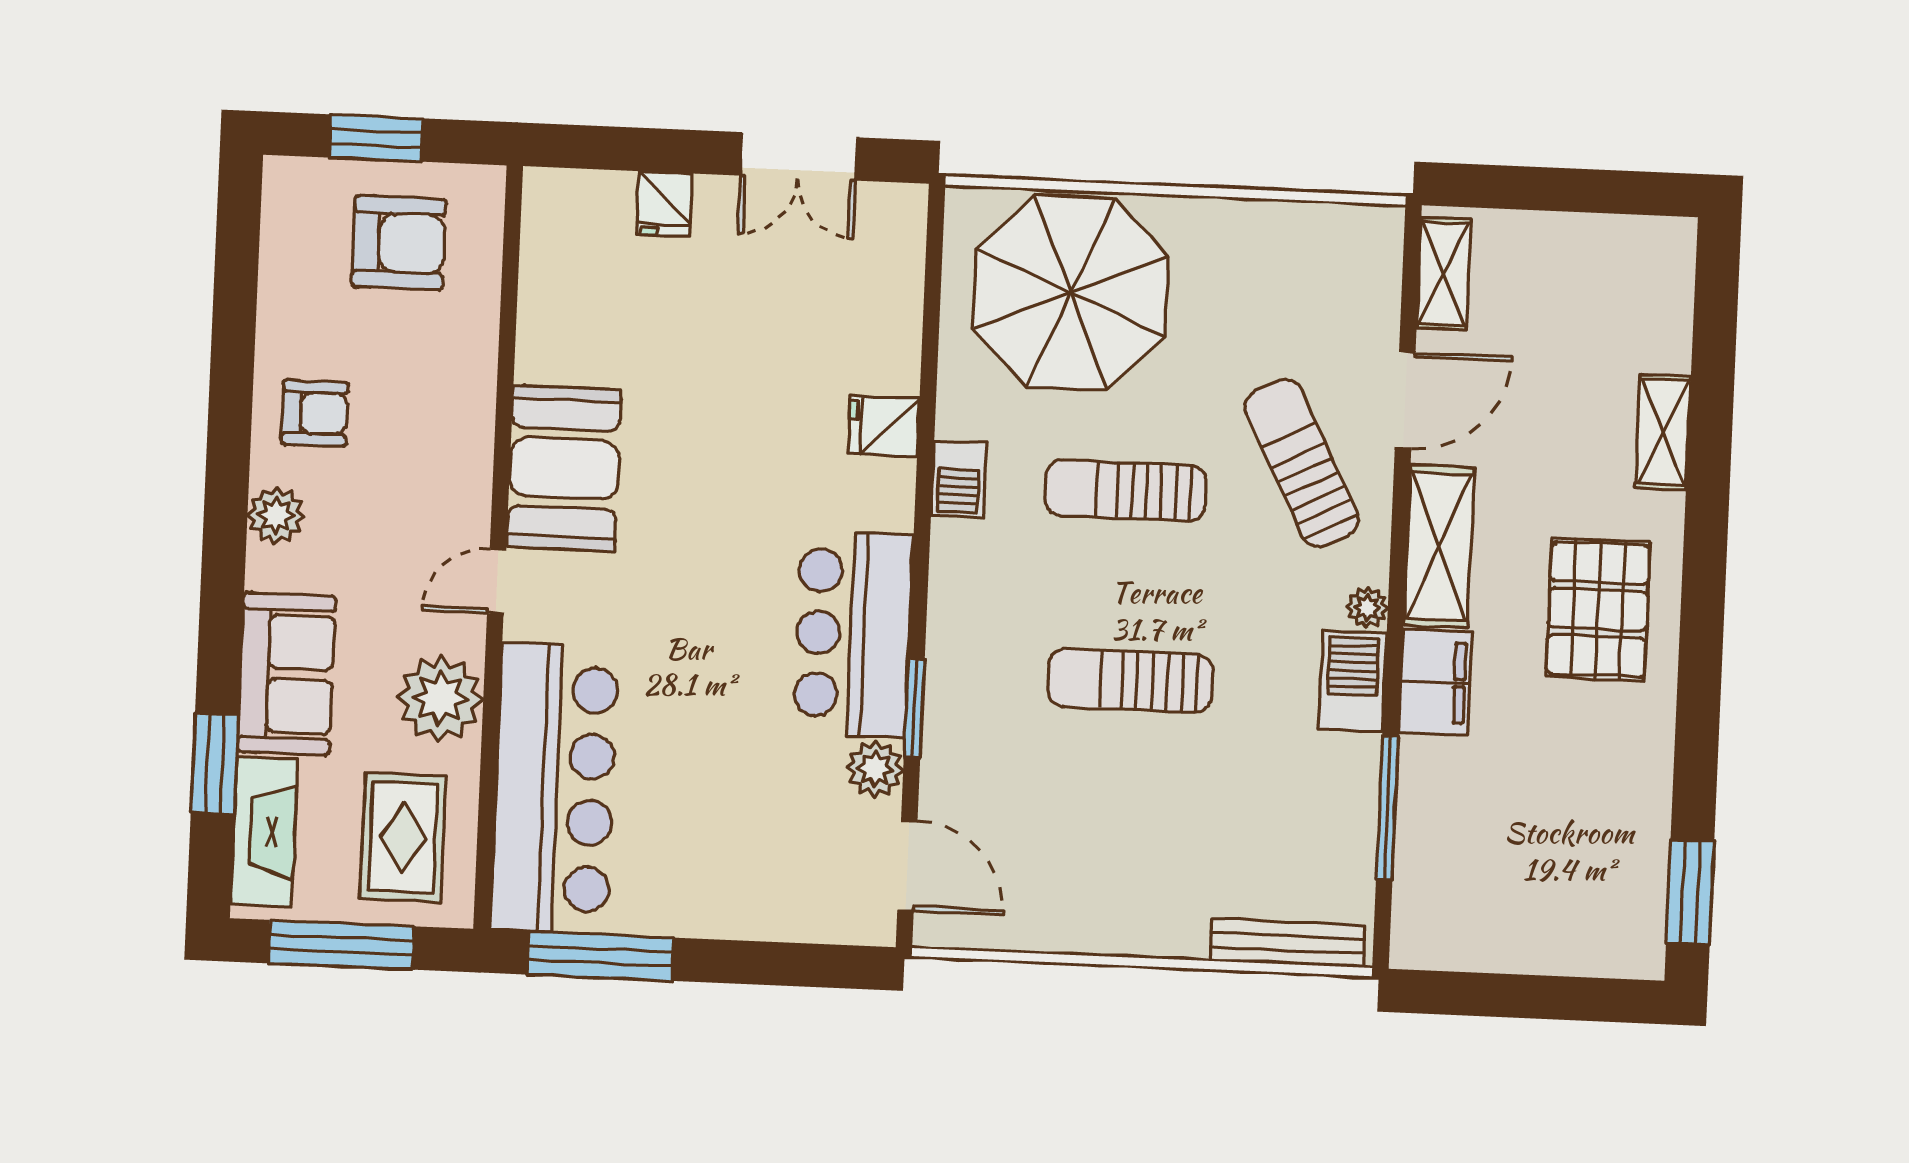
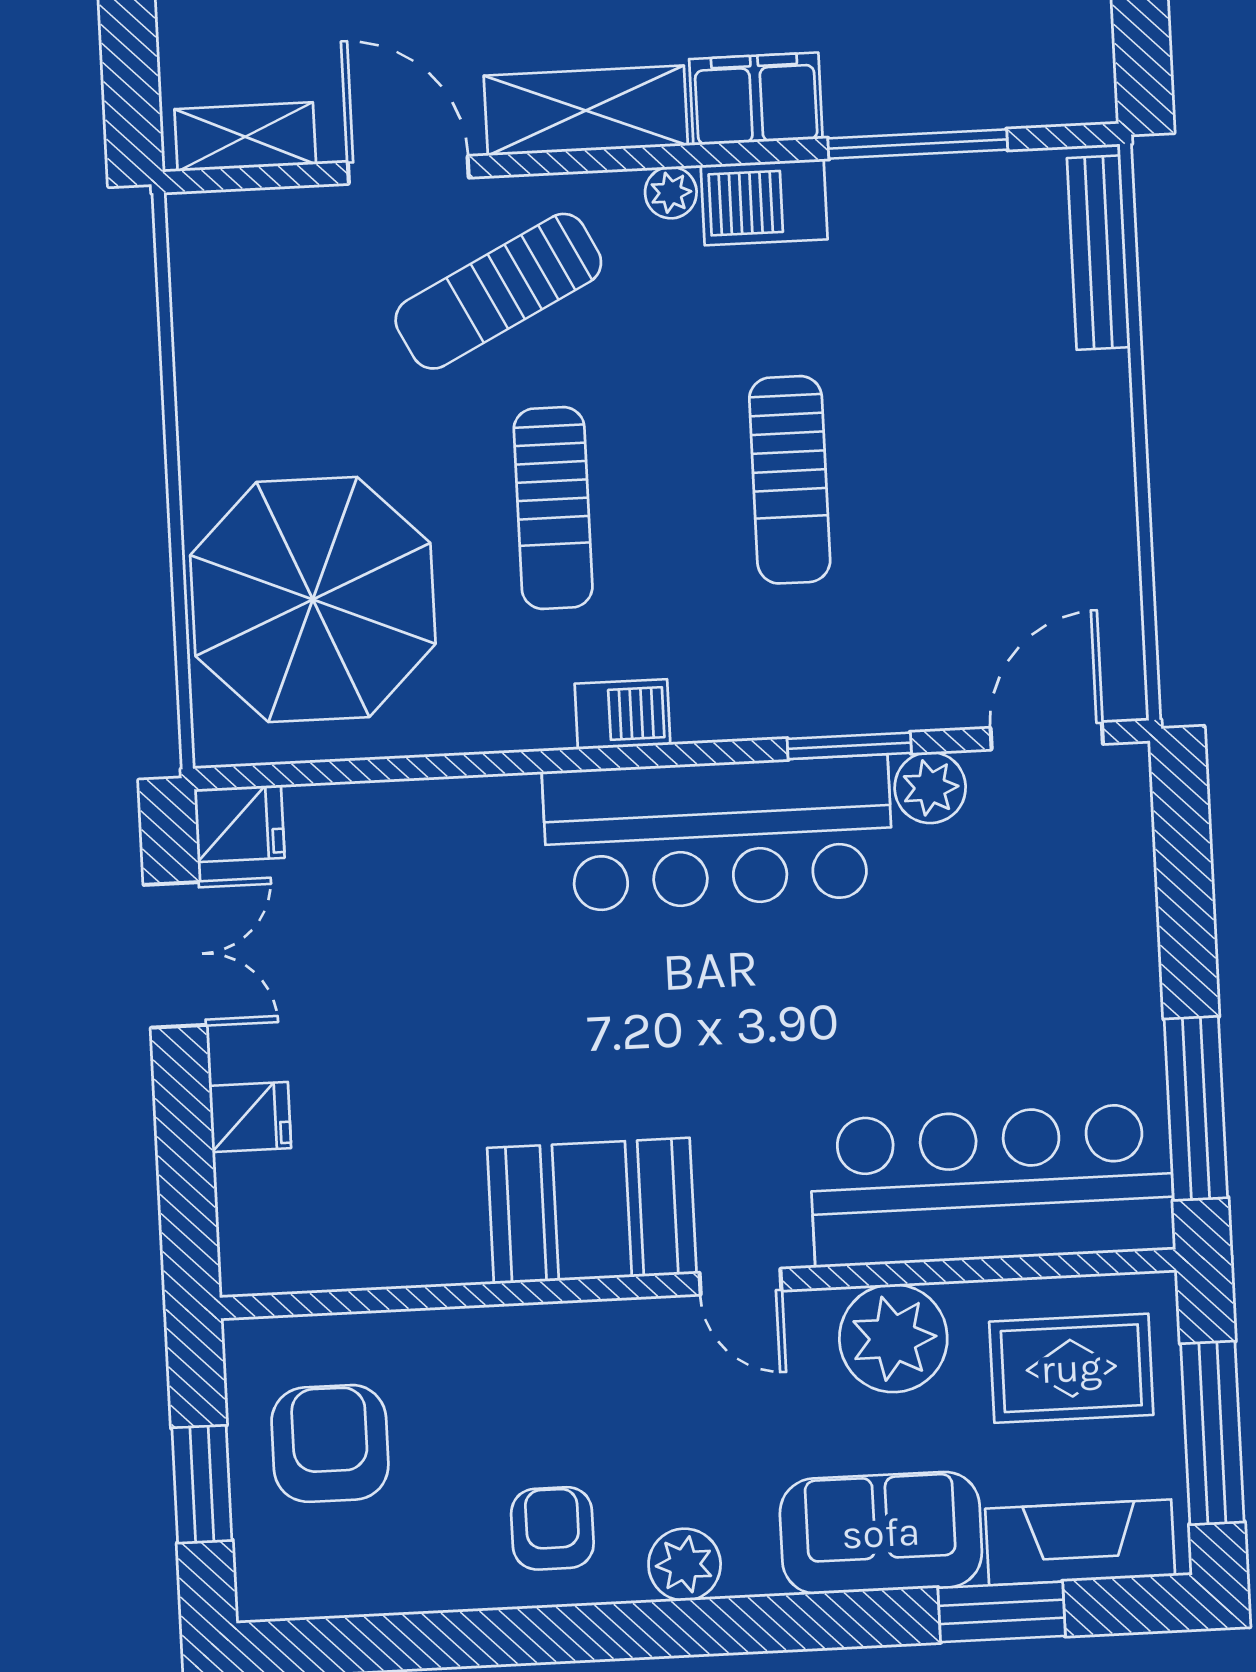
fridge: (884, 426) -> (239, 824), moved, turned -90
barbecue: (959, 479) -> (622, 714), moved
bar counter: (853, 634) -> (718, 833), width x1.36

